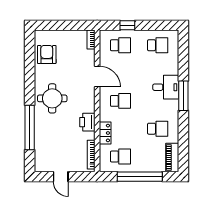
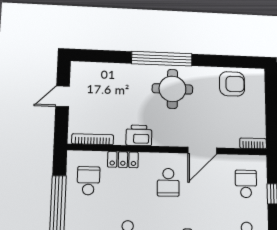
school desk: (121, 45) -> (246, 184), turned 180
window: (30, 128) -> (162, 59), moved
school desk: (121, 157) -> (88, 181), turned 180

